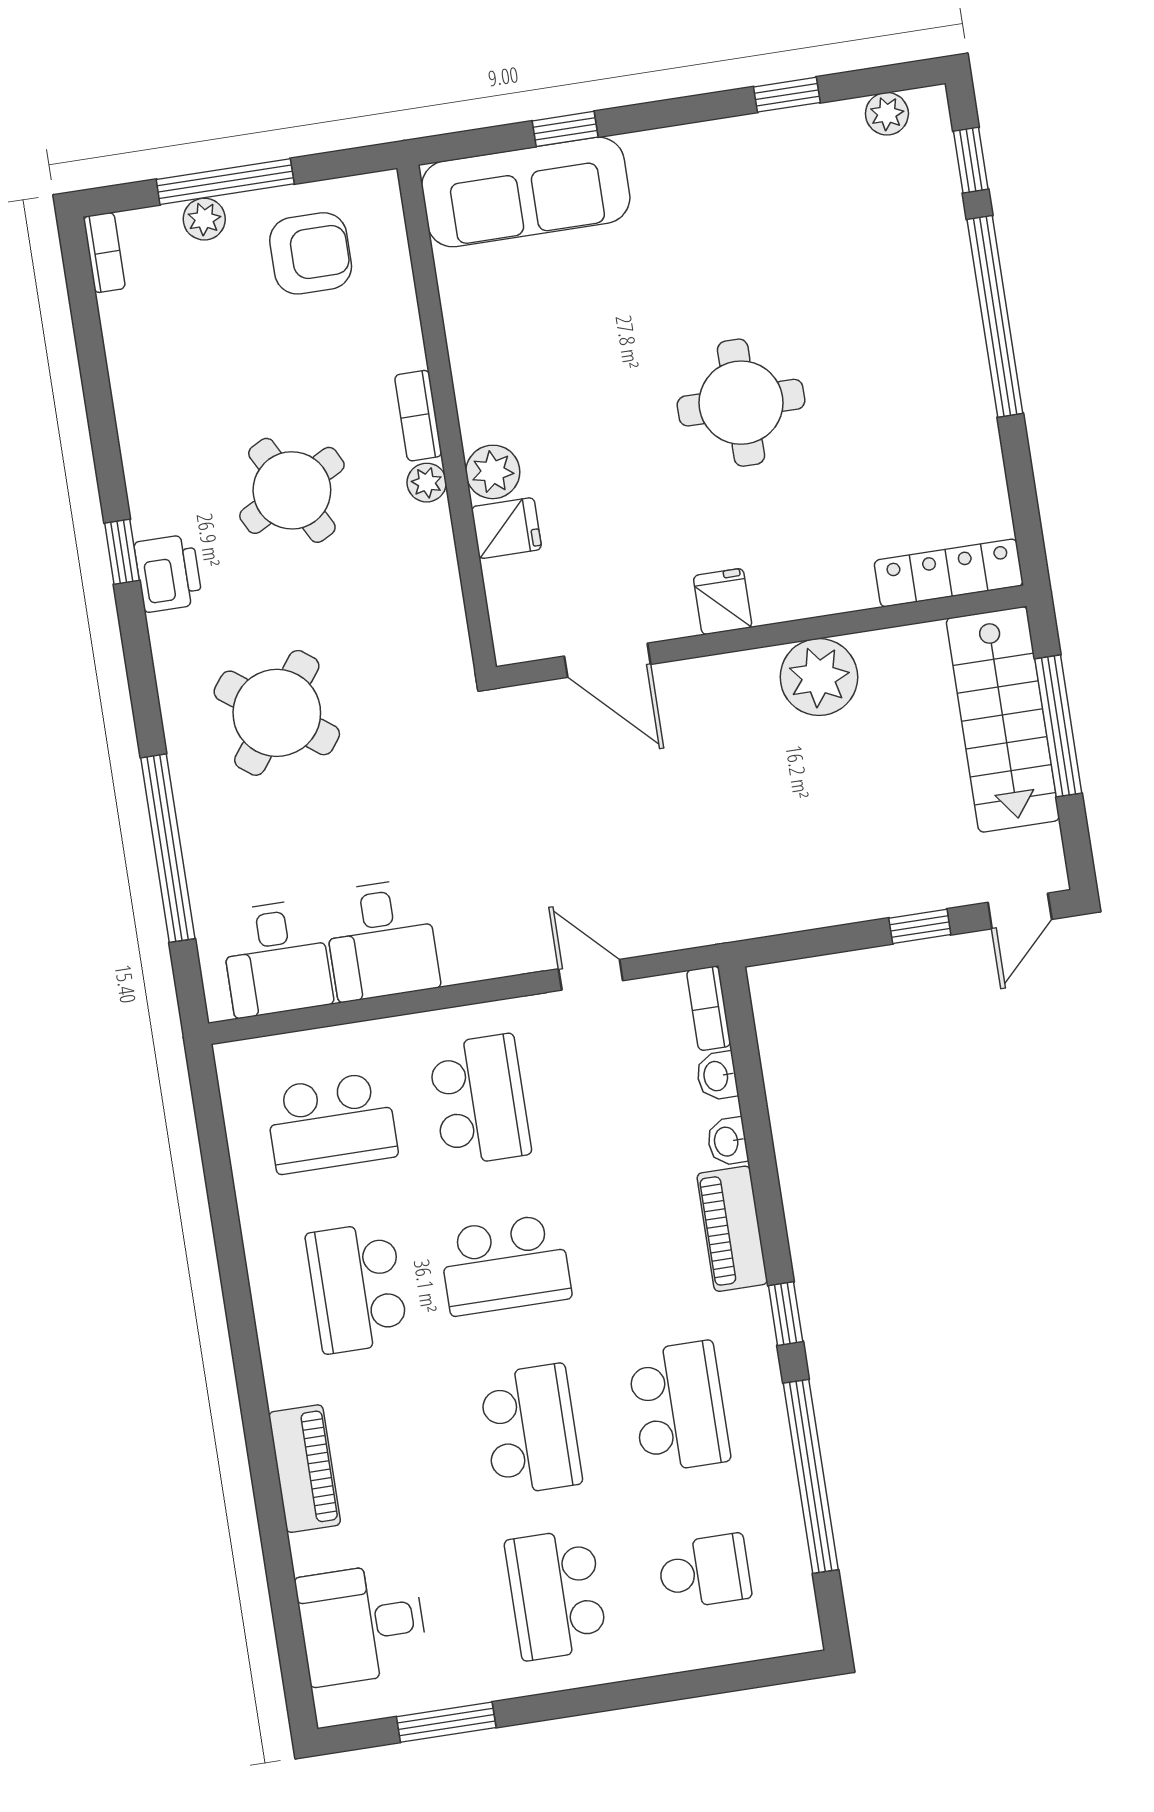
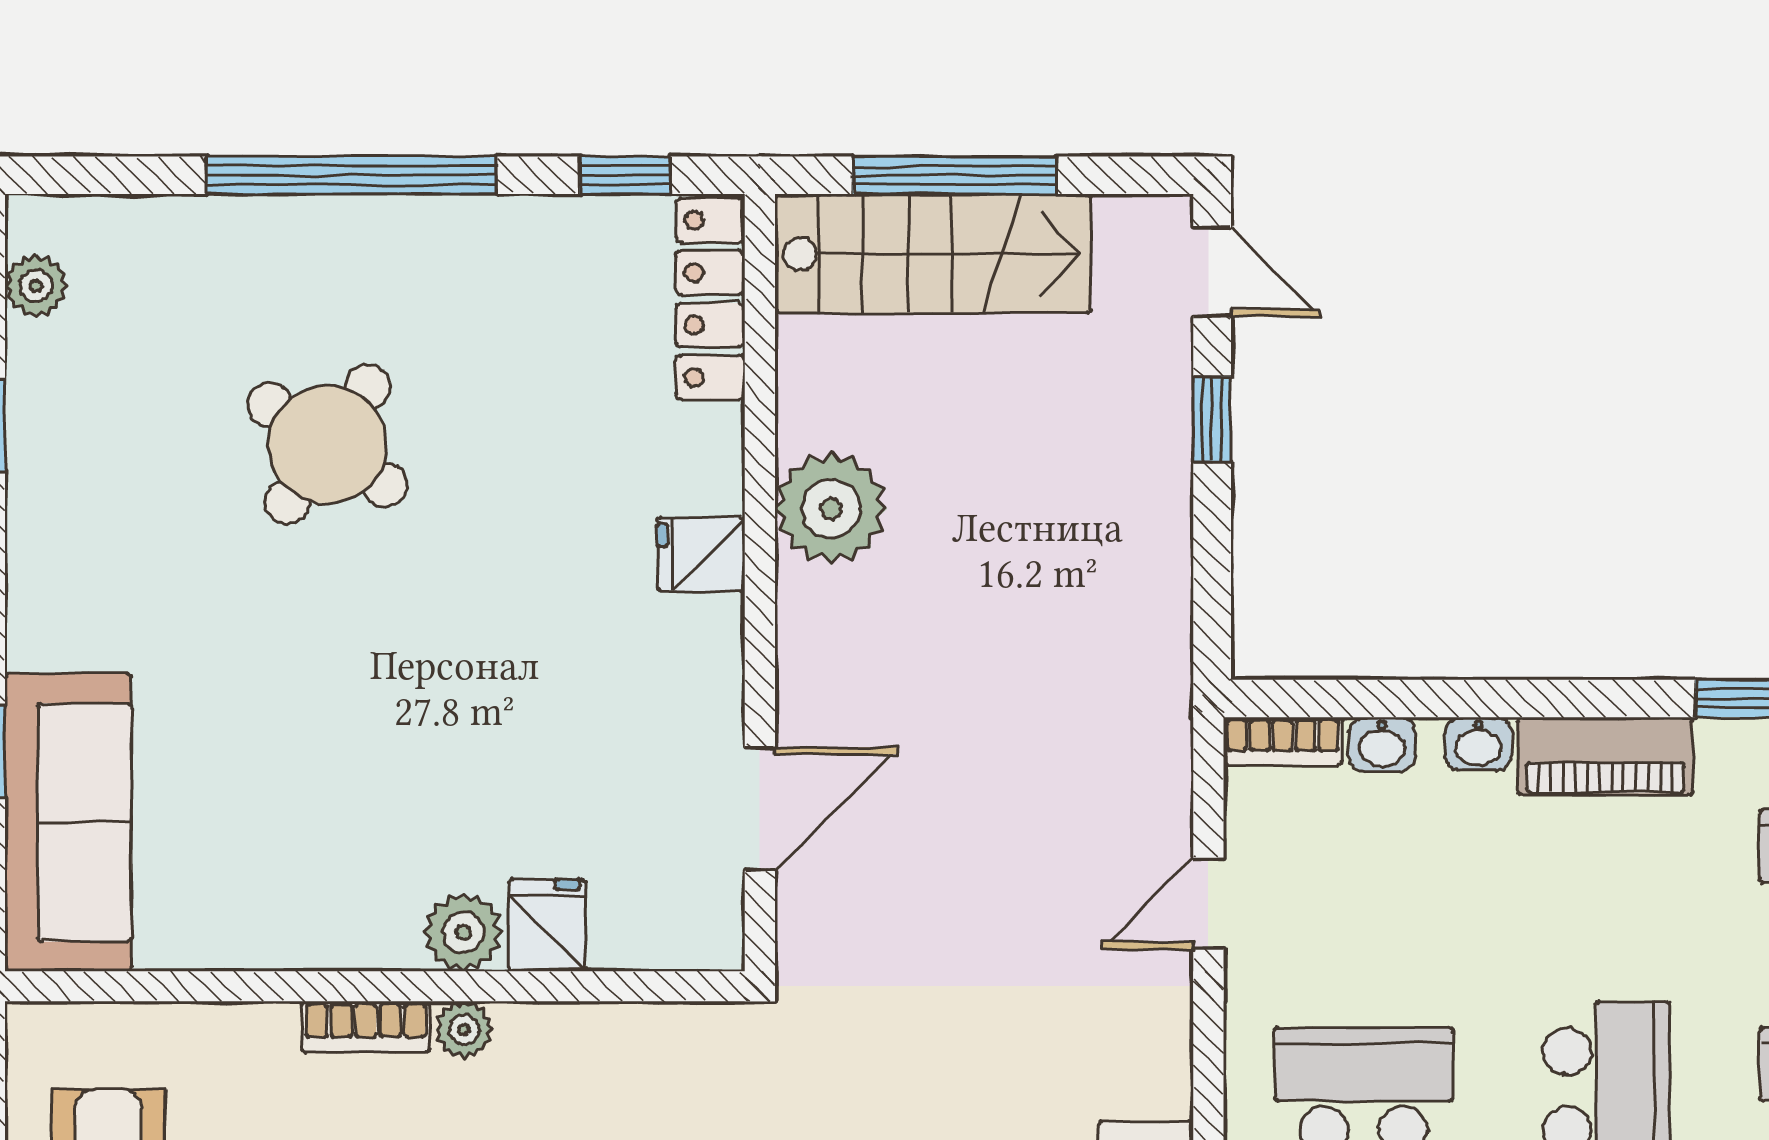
window: (971, 160) -> (625, 175), moved
round table: (741, 403) -> (328, 445), moved, turned 35
fridge: (723, 602) -> (701, 554), moved

